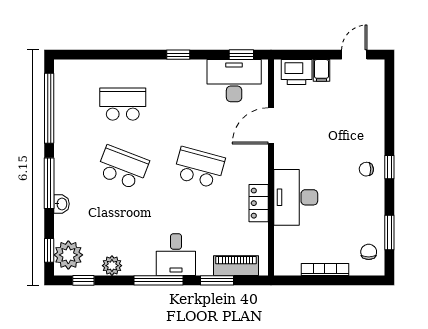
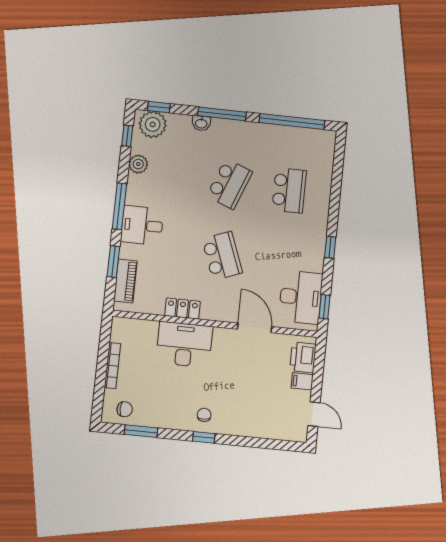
school desk: (199, 168) -> (222, 256), turned -36

